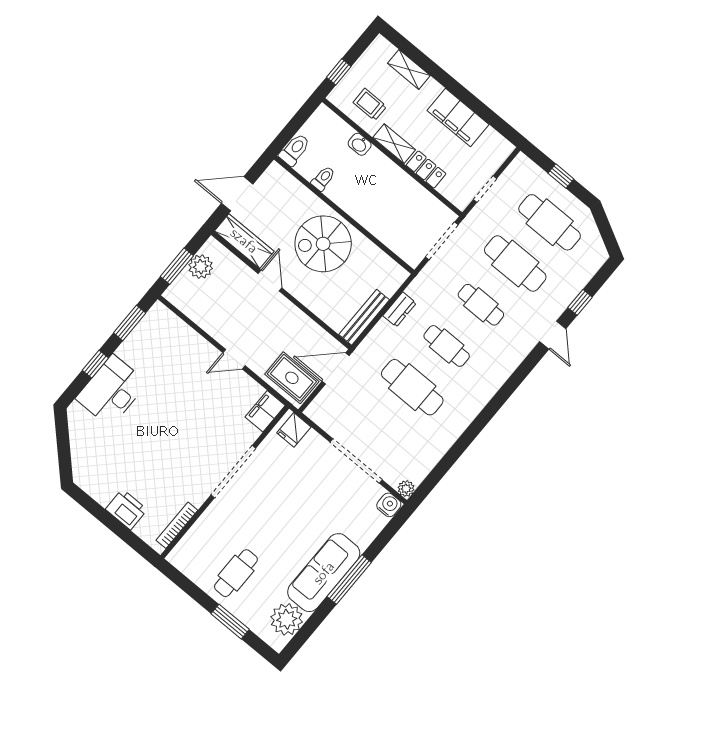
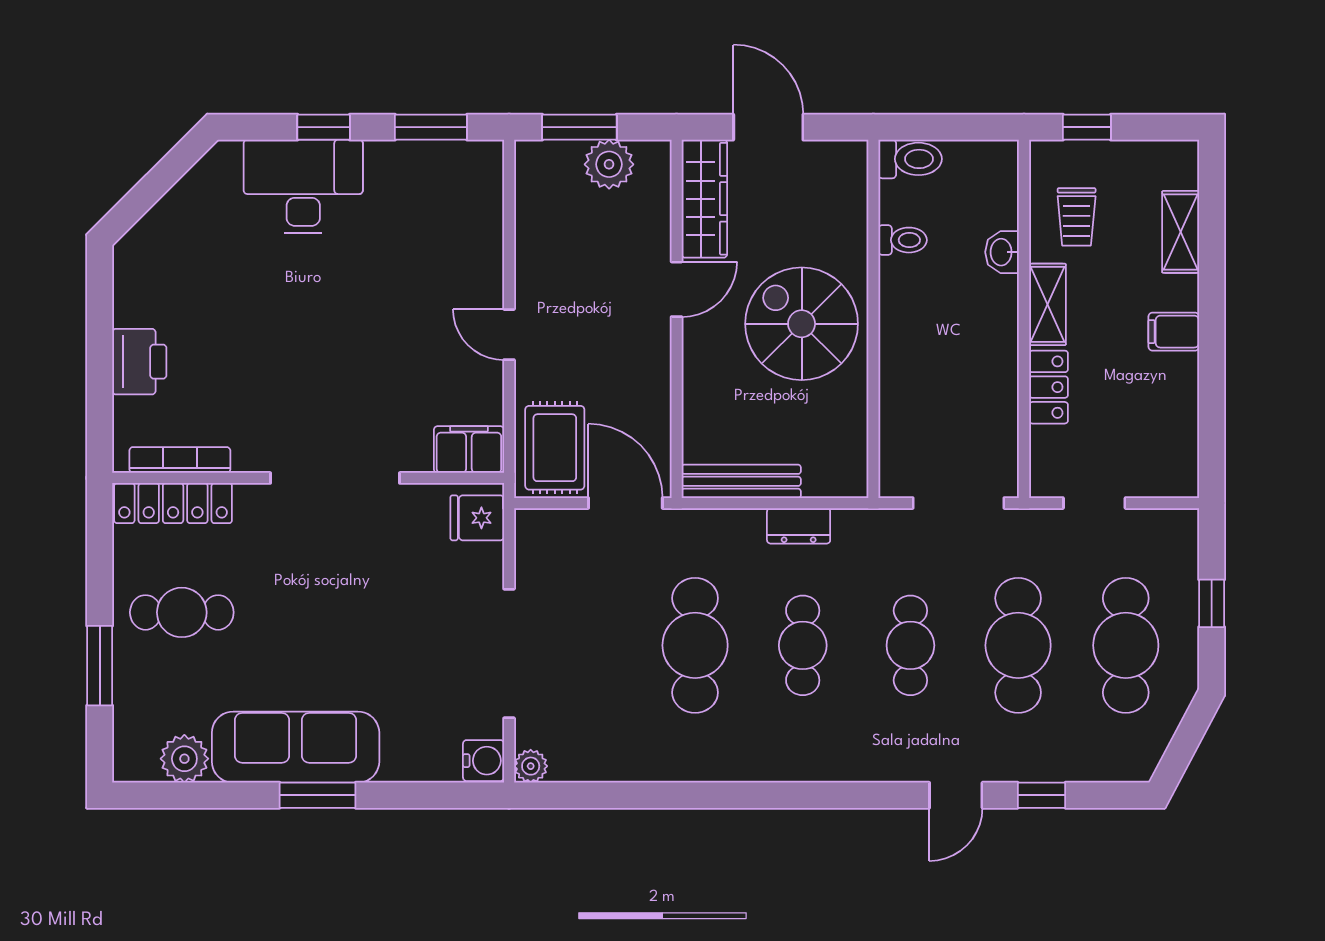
trolley: (370, 104) -> (1077, 217), turned 180
filing cabinet: (458, 118) -> (1174, 332), width x0.33, depth x0.86
locker: (191, 542) -> (173, 503), added
window: (349, 579) -> (318, 795), width x0.69
plant: (287, 619) -> (184, 759), width x0.73, depth x0.73

